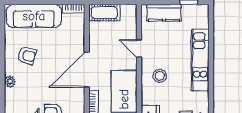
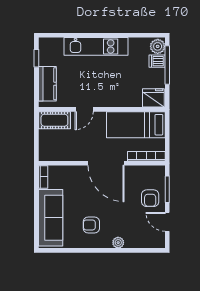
cot: (104, 13) -> (54, 120), moved, turned 90
armchair: (27, 55) -> (91, 225), turned -106
stool: (160, 76) -> (112, 88), removed

